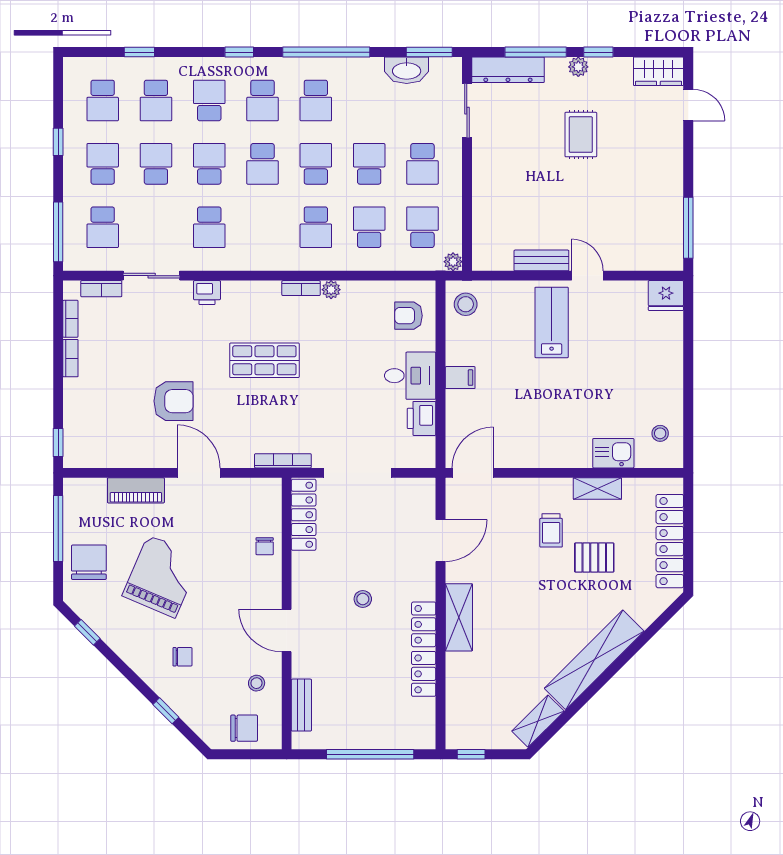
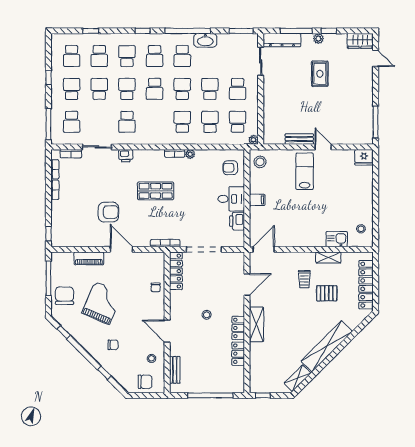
washbasin: (407, 70) -> (205, 40), moved
school desk: (316, 227) -> (182, 122), turned 180

